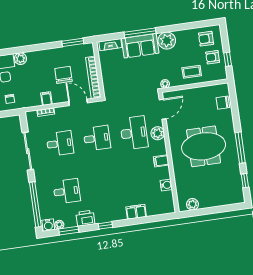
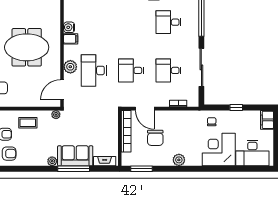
plant: (167, 41) -> (52, 161), width x0.53, depth x0.53
plant: (20, 59) -> (179, 160), moved
filing cabinet: (46, 99) -> (175, 117), removed
water cooler: (166, 185) -> (69, 27), moved

